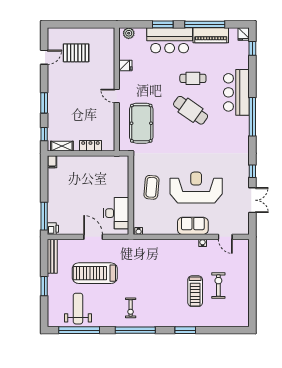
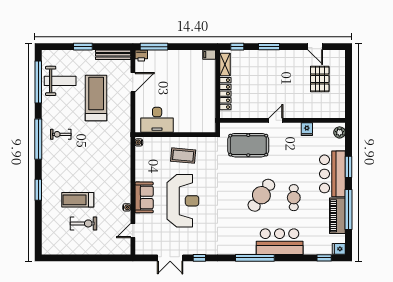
locker: (90, 146) -> (225, 94), width x1.53
door: (93, 237) -> (133, 82), moved

